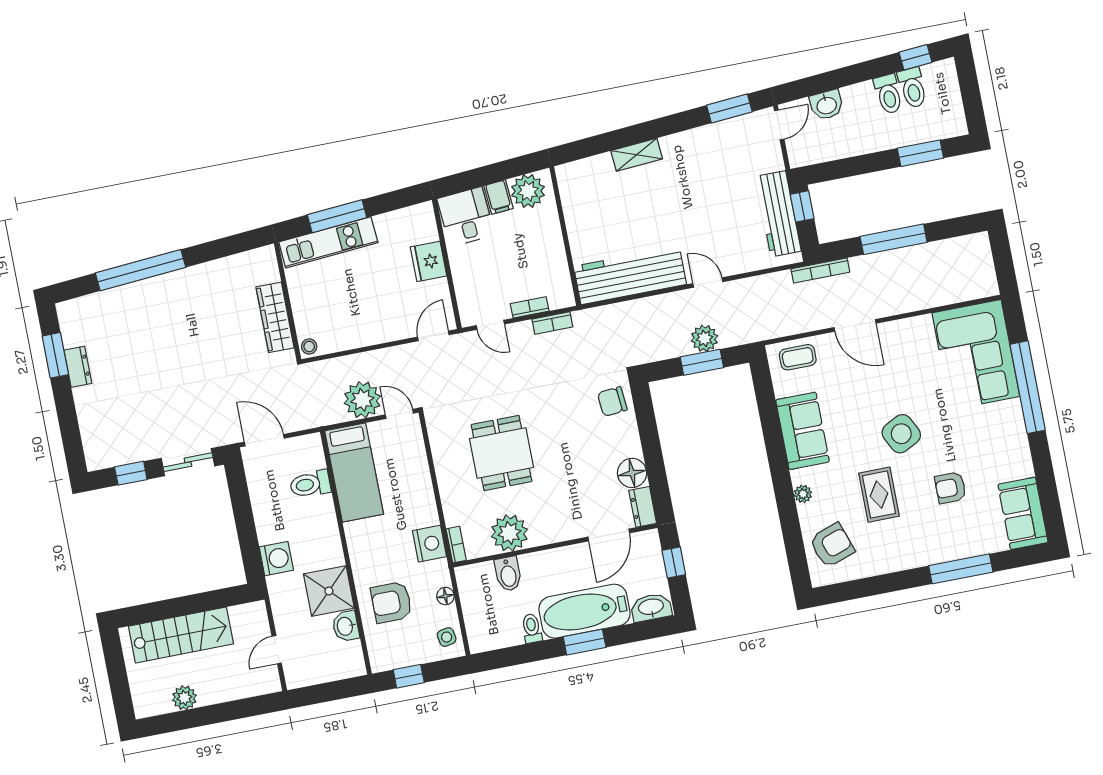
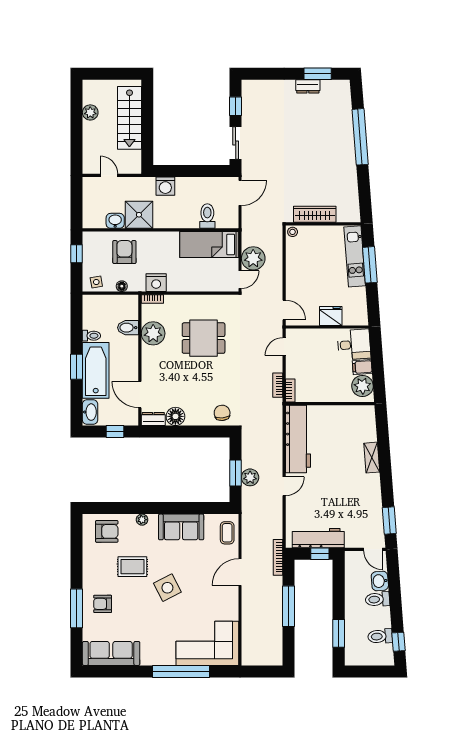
toilet: (888, 94) -> (377, 599), moved
bookcase: (530, 307) -> (290, 391), moved
armchair: (950, 488) -> (103, 604), moved, turned -90
sofa: (1023, 513) -> (111, 653), width x1.36
armchair: (832, 545) -> (107, 531), turned -71

